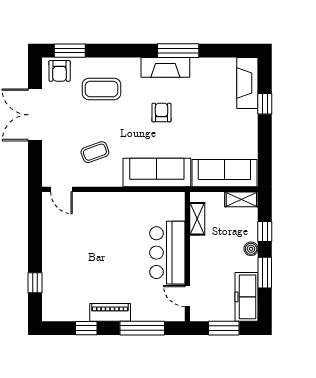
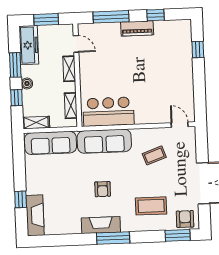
window: (178, 51) -> (113, 238), moved
bar counter: (167, 253) -> (109, 112), moved, turned -90
shelving: (197, 265) -> (69, 69), added

